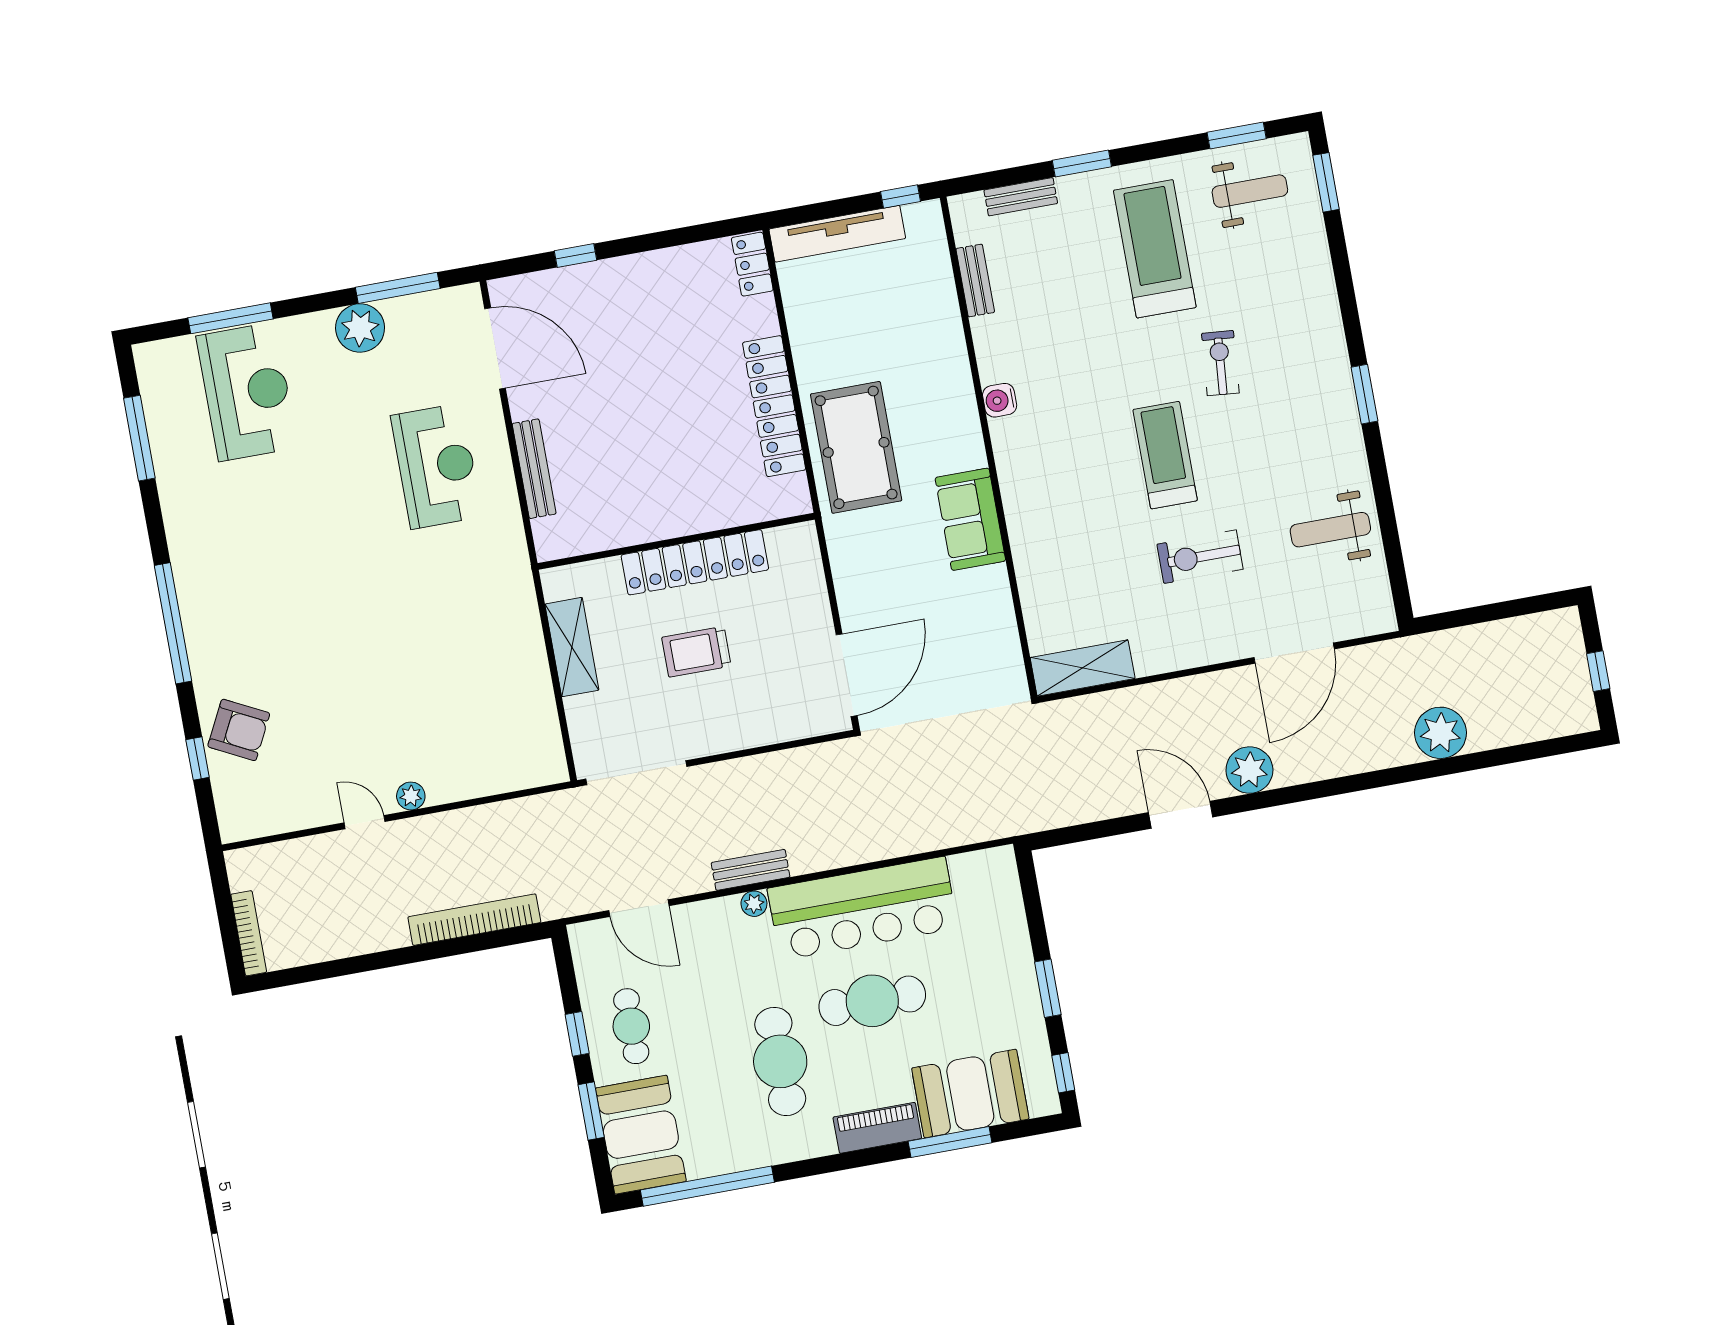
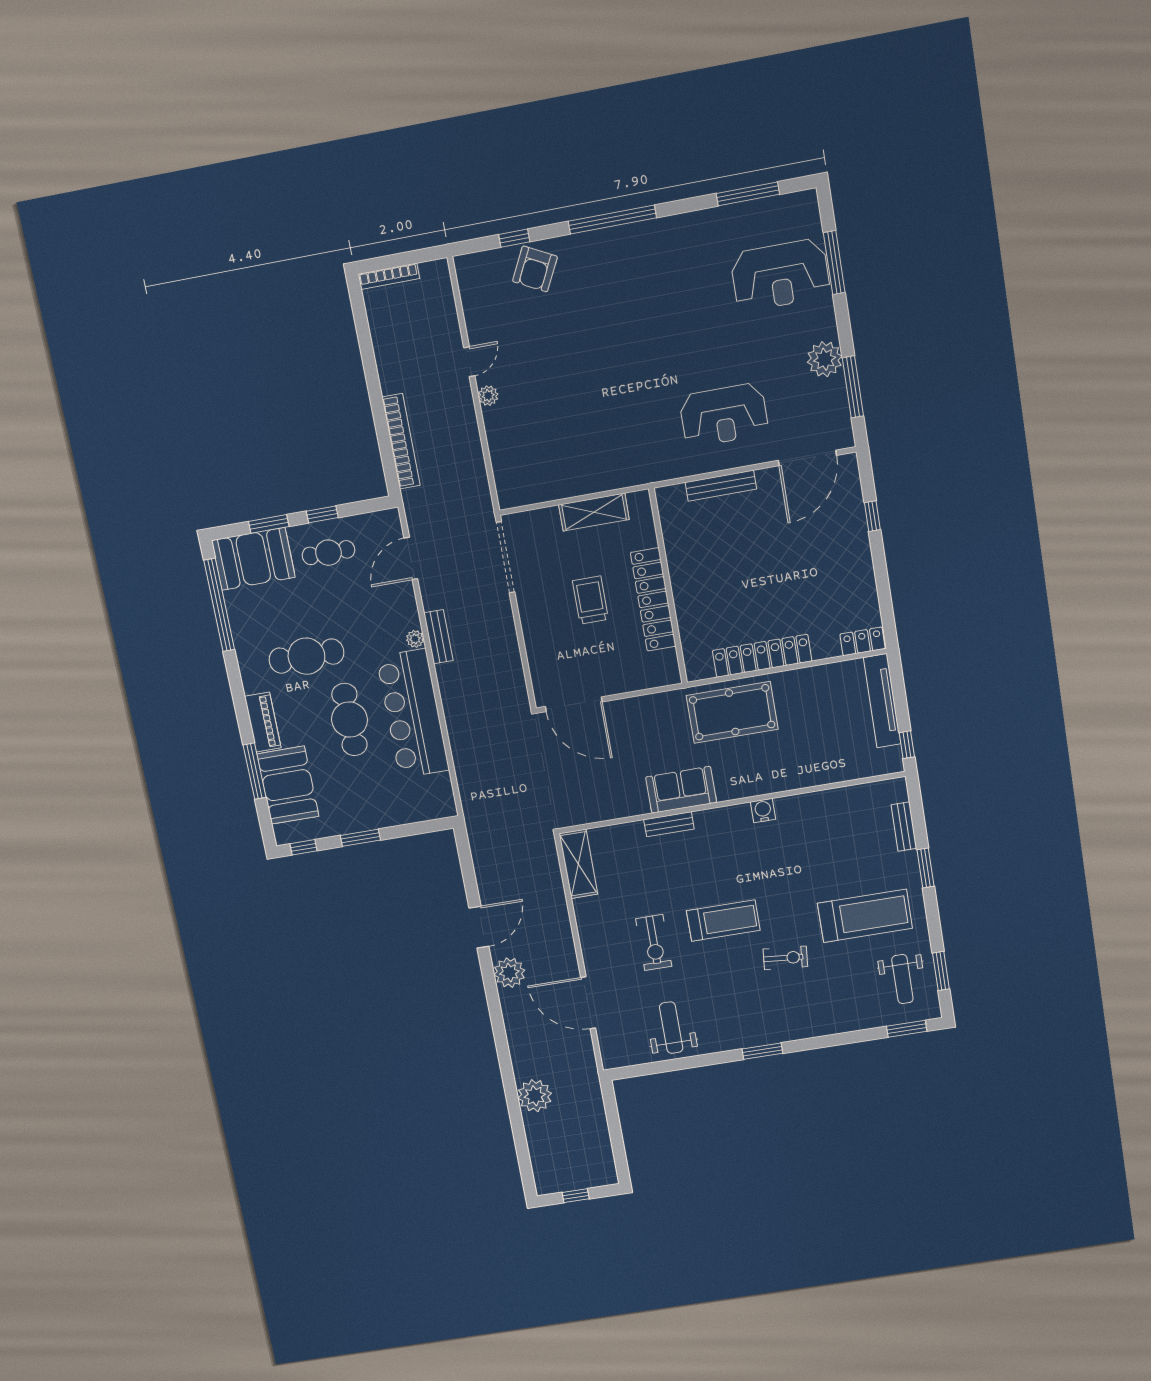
bench: (975, 280) -> (669, 824), moved
exercise bike: (1200, 557) -> (654, 942), turned 180

